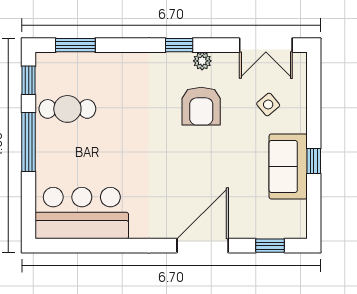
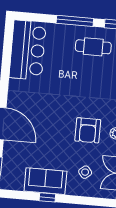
armchair: (201, 106) -> (88, 130), turned -90
cafe table: (67, 109) -> (93, 47), turned 90

